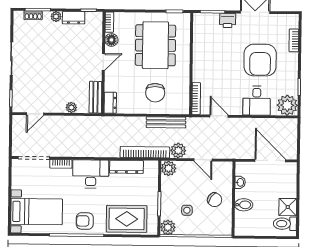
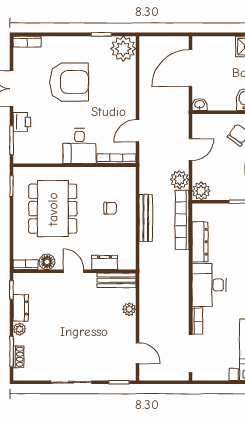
bookcase: (294, 40) -> (27, 42), moved
dining table: (155, 45) -> (53, 209), turned 90
chair: (155, 93) -> (110, 208), width x0.54, depth x0.54
desk: (257, 101) -> (79, 146), moved, turned 90
dresser: (110, 103) -> (104, 262), moved
bench: (166, 122) -> (146, 218), moved
washbasin: (240, 182) -> (200, 105), moved

